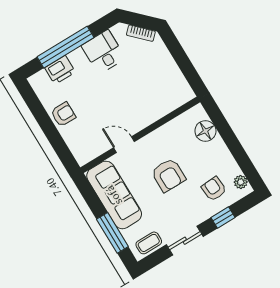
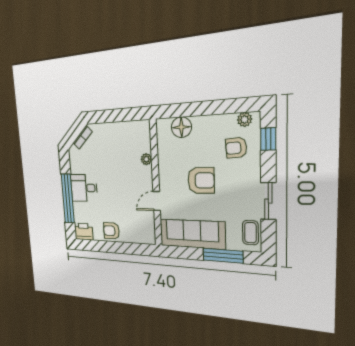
desk: (103, 52) -> (84, 188), moved
printer: (60, 70) -> (84, 232), moved, turned -90
plant: (158, 113) -> (146, 159), added
armchair: (63, 114) -> (111, 231), turned -90
window: (223, 217) -> (268, 139), moved

